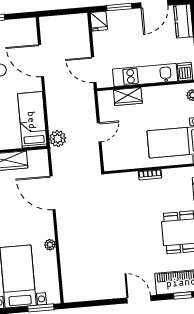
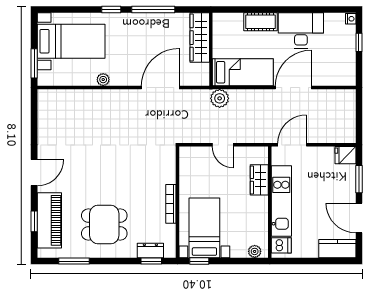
door: (41, 61) -> (293, 87), moved
bookcase: (150, 175) -> (171, 204), width x1.56

